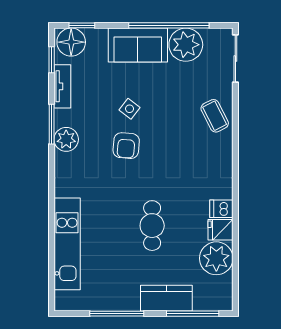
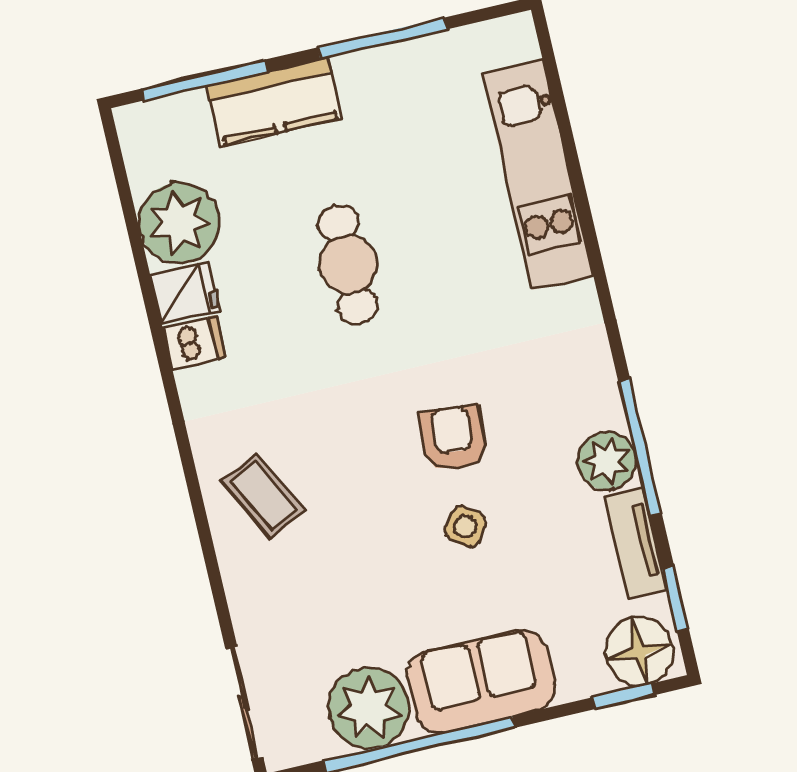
coffee table: (215, 116) -> (264, 496), moved
window: (52, 124) -> (640, 447), width x1.44
plant: (66, 139) -> (607, 461), moved

